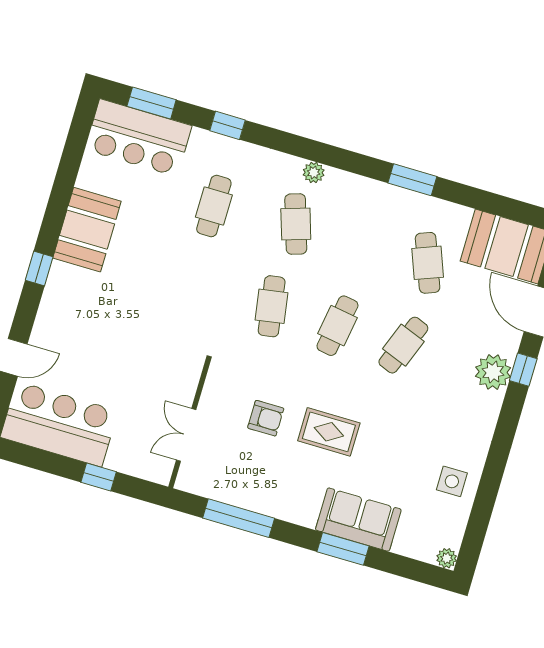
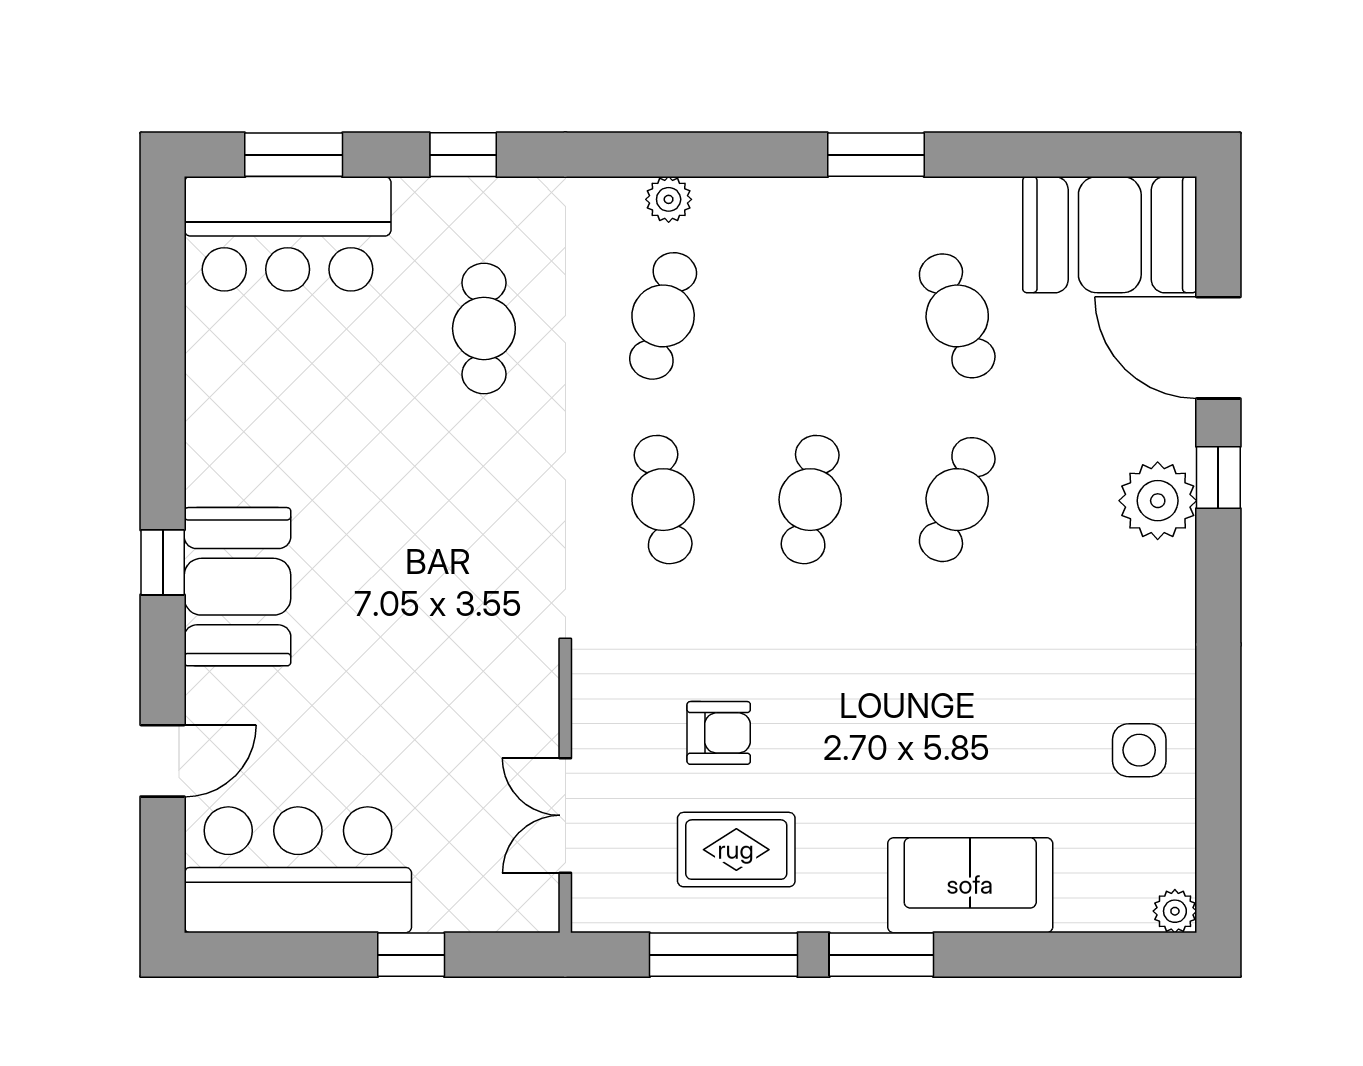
cafe table: (296, 224) -> (663, 316), turned 33
booth: (87, 230) -> (238, 587), moved
rug: (329, 432) -> (736, 850), moved
window: (343, 549) -> (881, 955), moved

